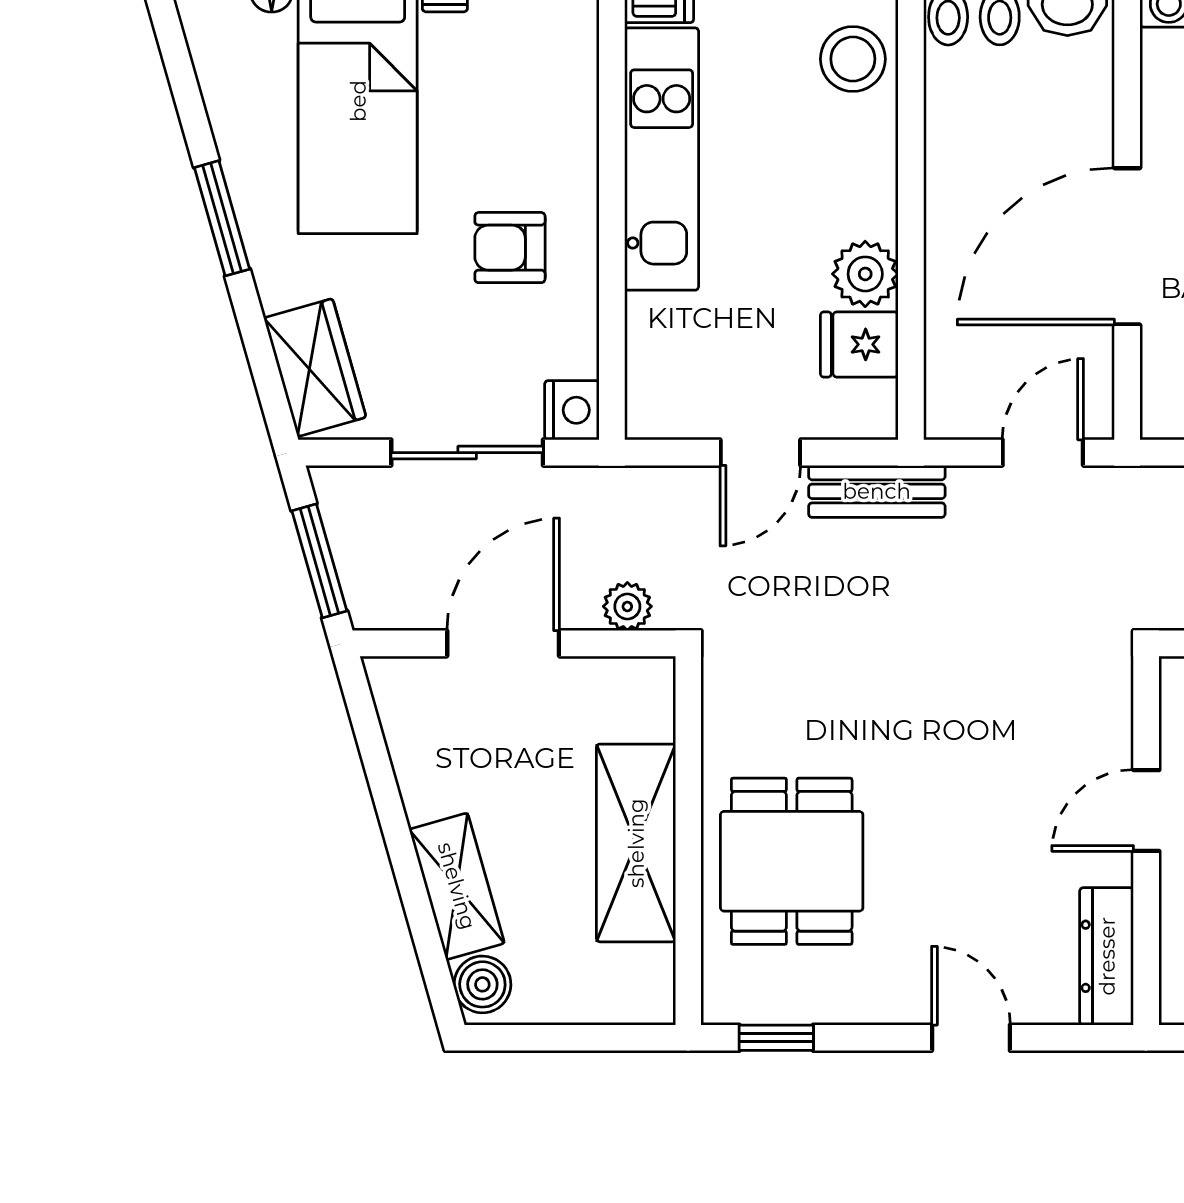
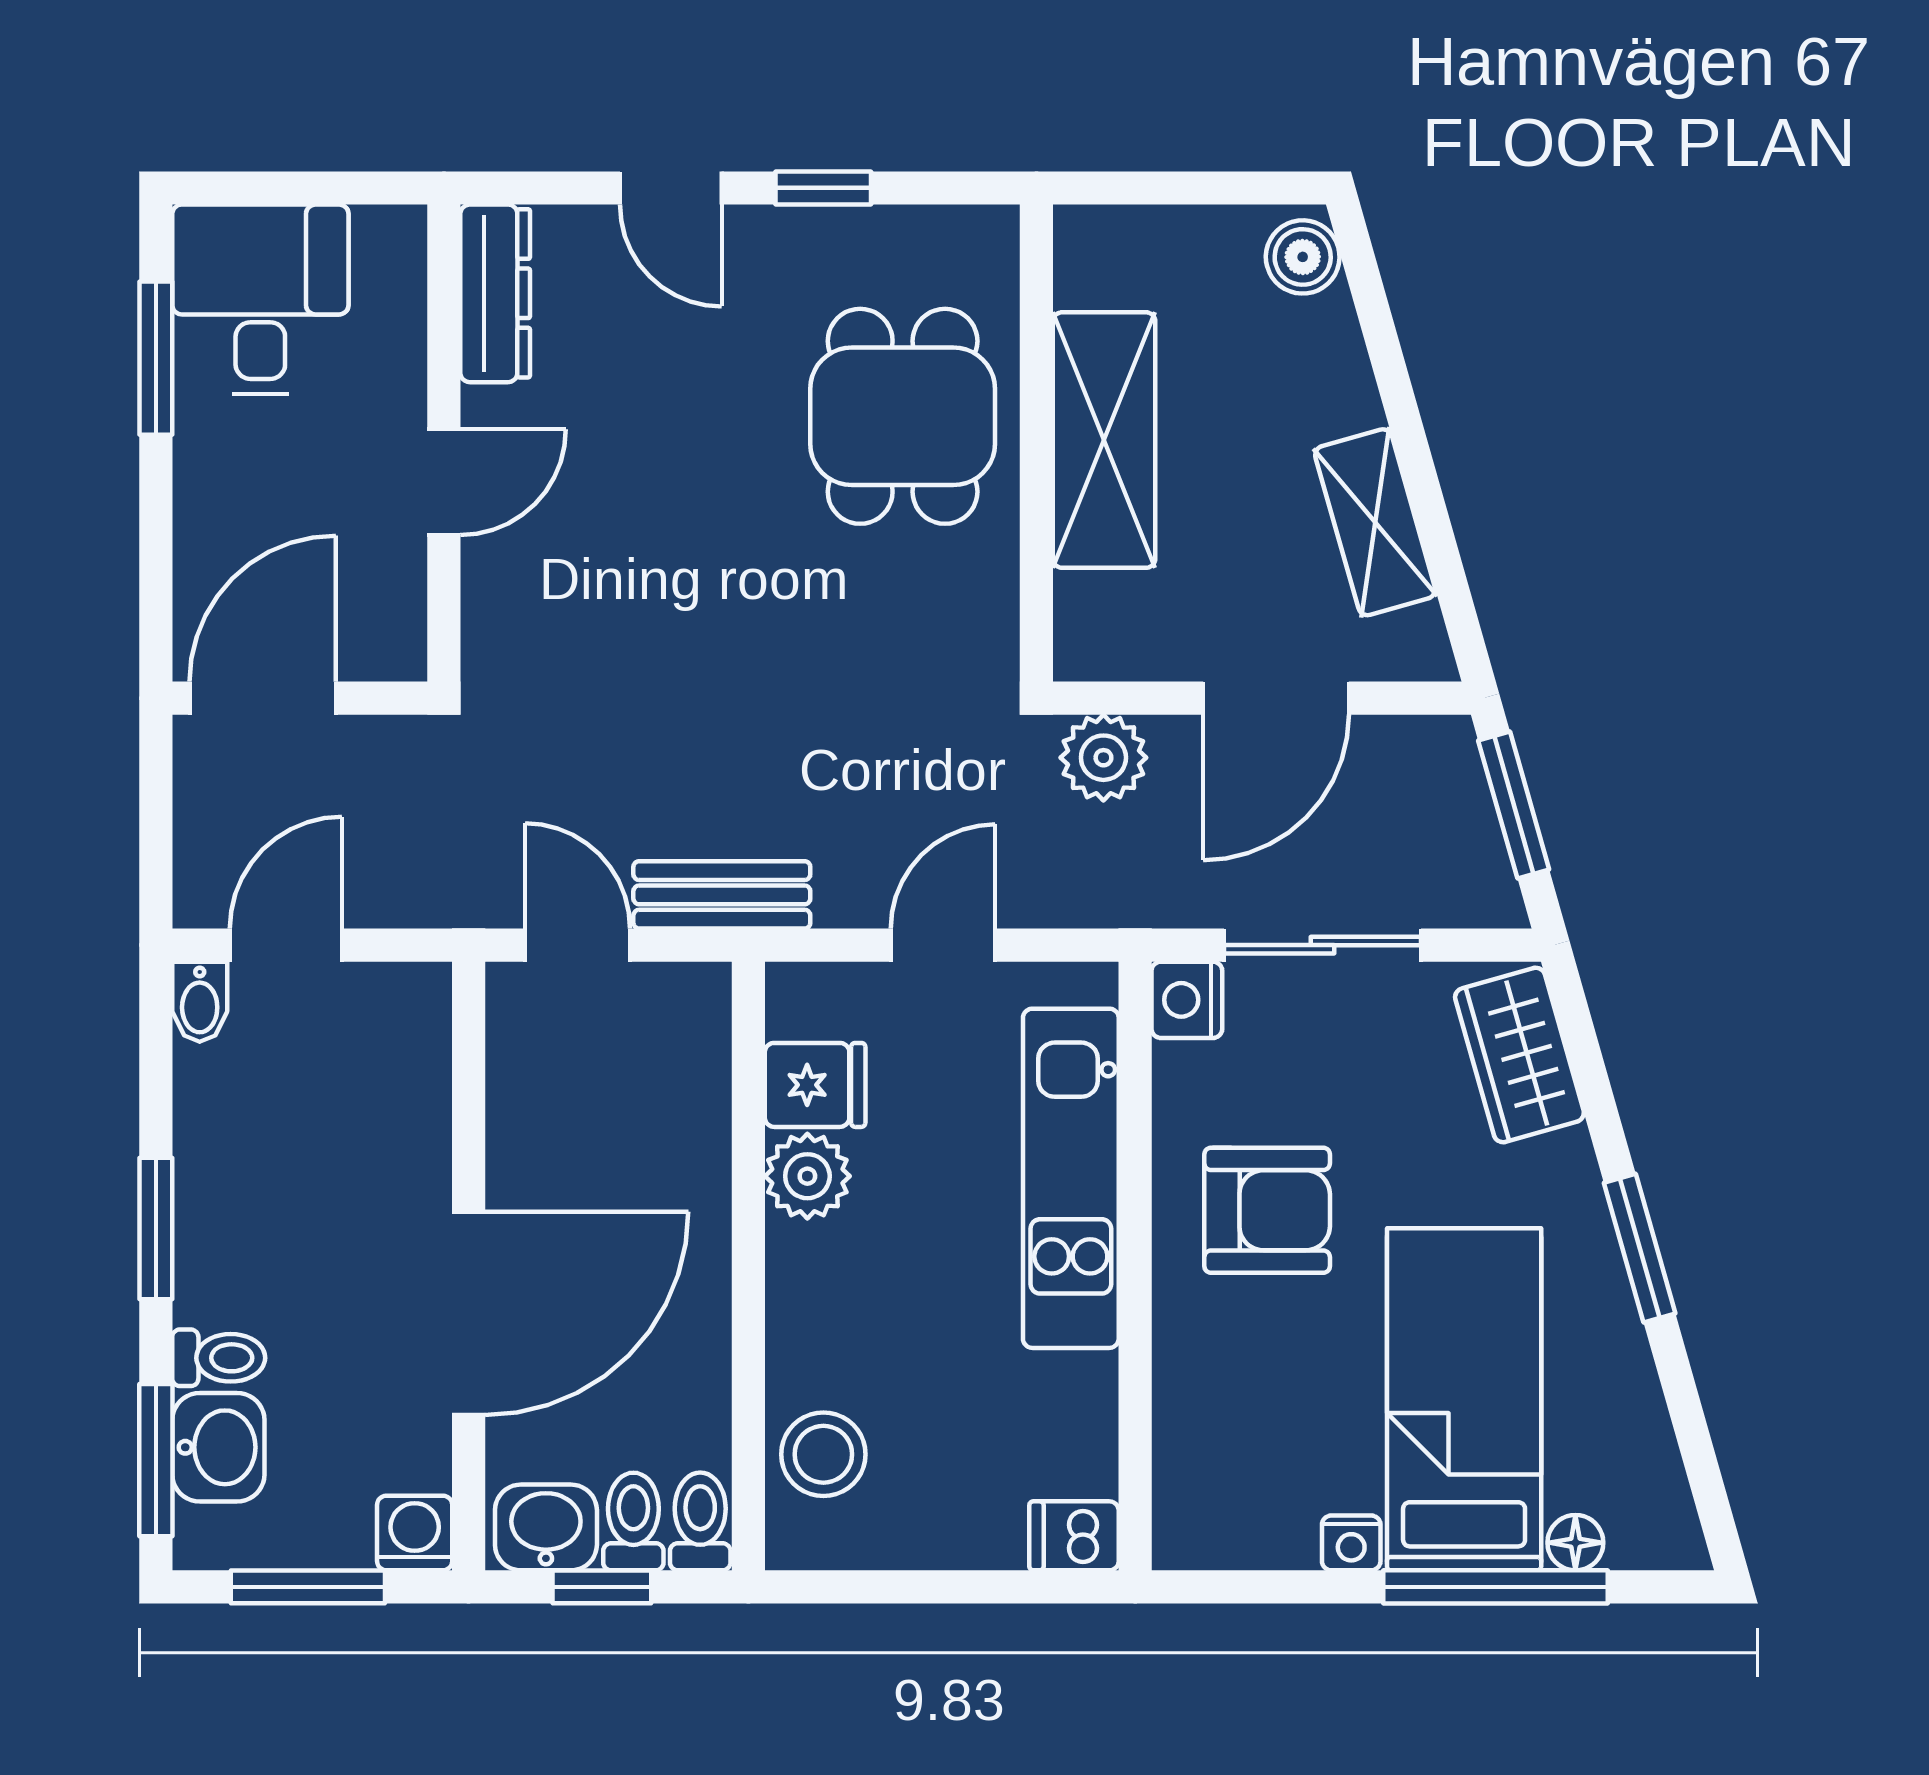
kitchen unit: (662, 159) -> (1071, 1178), moved
door: (1127, 246) -> (469, 1313), moved
armchair: (510, 248) -> (1267, 1210), width x1.38, depth x1.38
door: (1043, 453) -> (578, 945), swing flipped
bench: (877, 491) -> (722, 895), moved
plant: (627, 606) -> (1103, 758), width x1.38, depth x1.38
shelving: (457, 886) -> (1375, 522), moved
window: (776, 1038) -> (823, 188), moved

